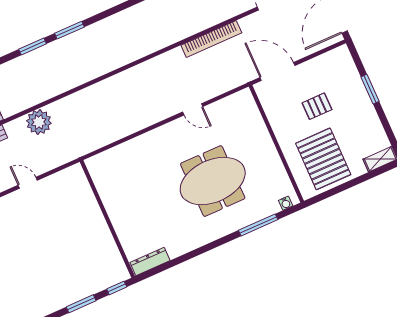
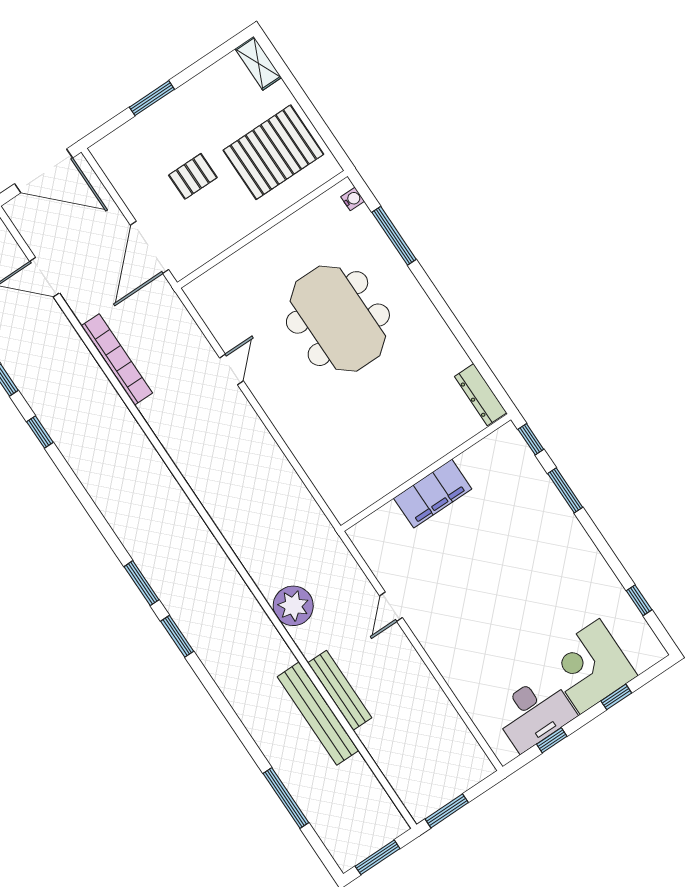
pallet: (317, 106) -> (193, 176), turned 90
filing cabinet: (94, 221) -> (433, 494), added

